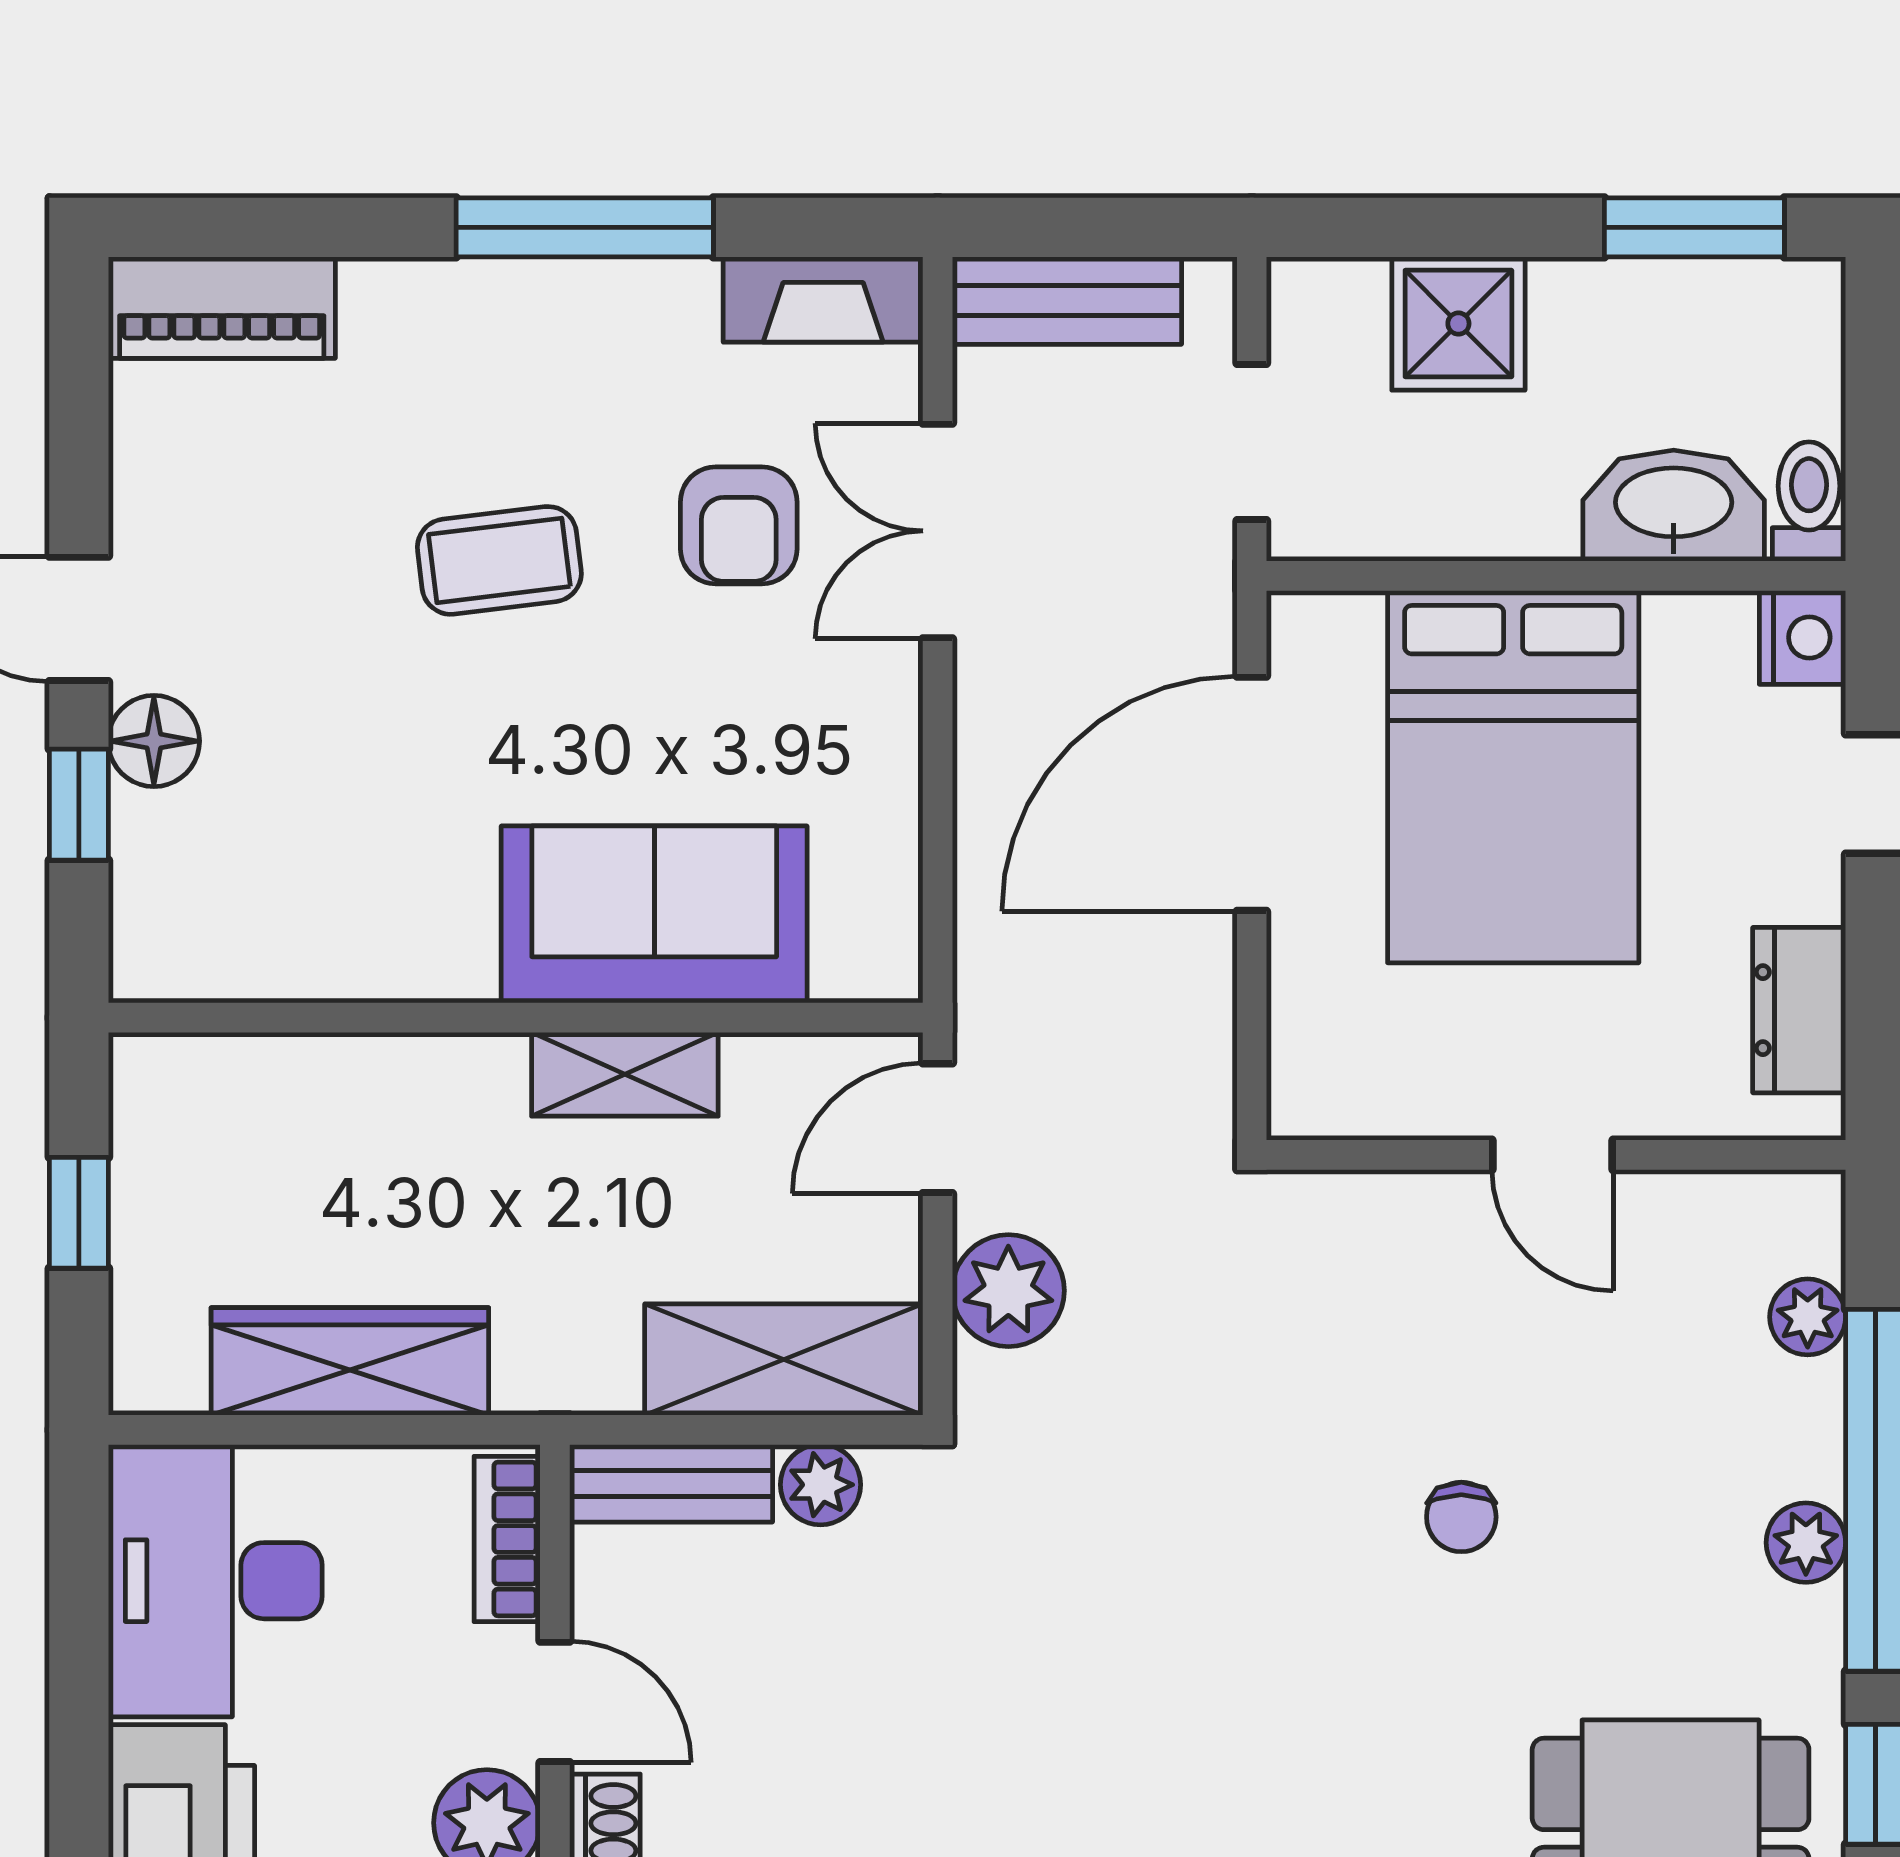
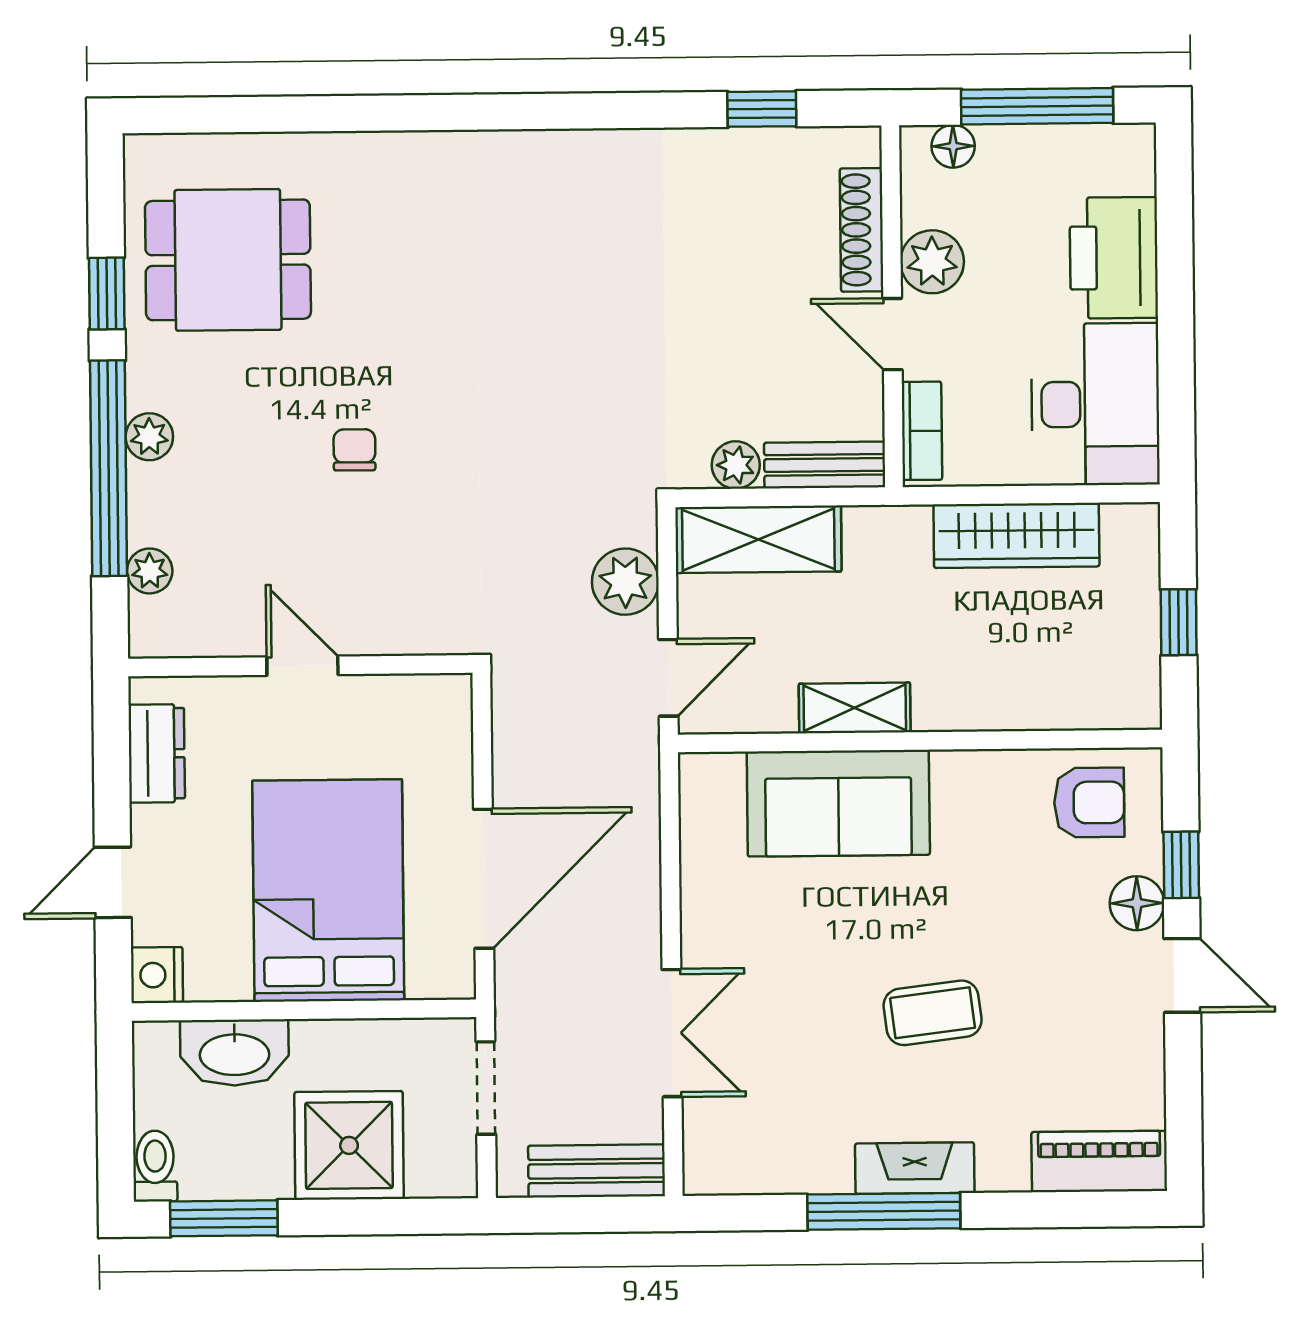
fireplace: (823, 299) -> (915, 1168), moved
shower: (1458, 324) -> (349, 1145), width x1.36, depth x1.36
toilet: (1809, 501) -> (155, 1166), moved, turned 180
armchair: (739, 525) -> (1089, 803), moved, turned 90

